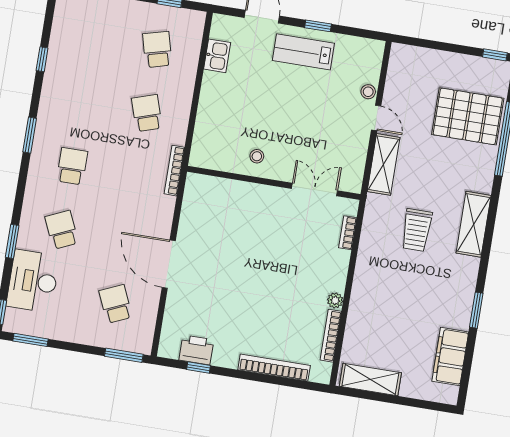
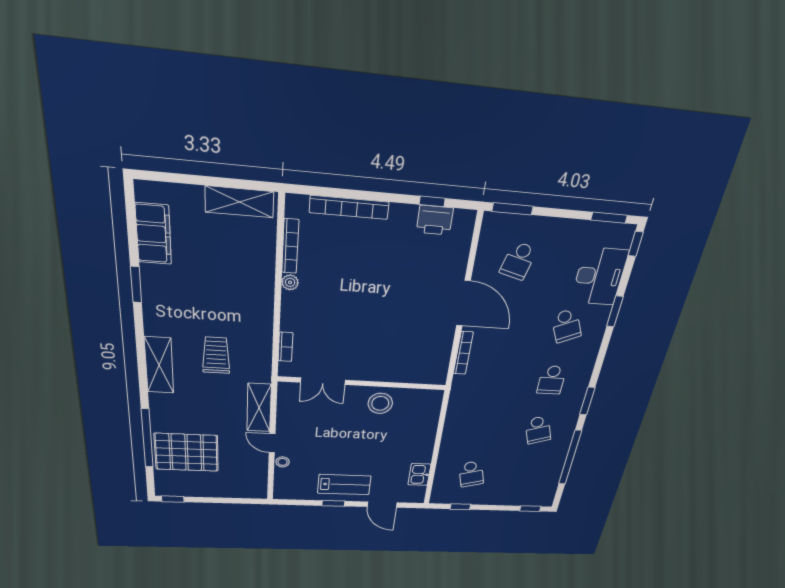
window: (42, 59) -> (570, 458), width x3.17
school desk: (147, 113) -> (538, 430), moved
stool: (257, 156) -> (380, 403), width x1.89, depth x1.89
bookcase: (174, 171) -> (463, 353), moved
school desk: (116, 304) -> (518, 261), turned 39

